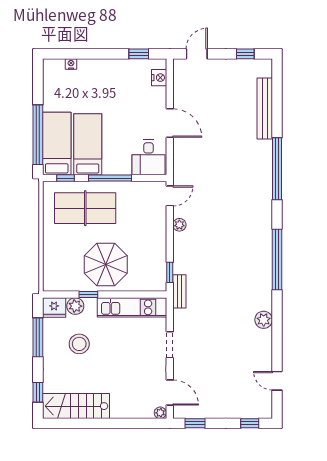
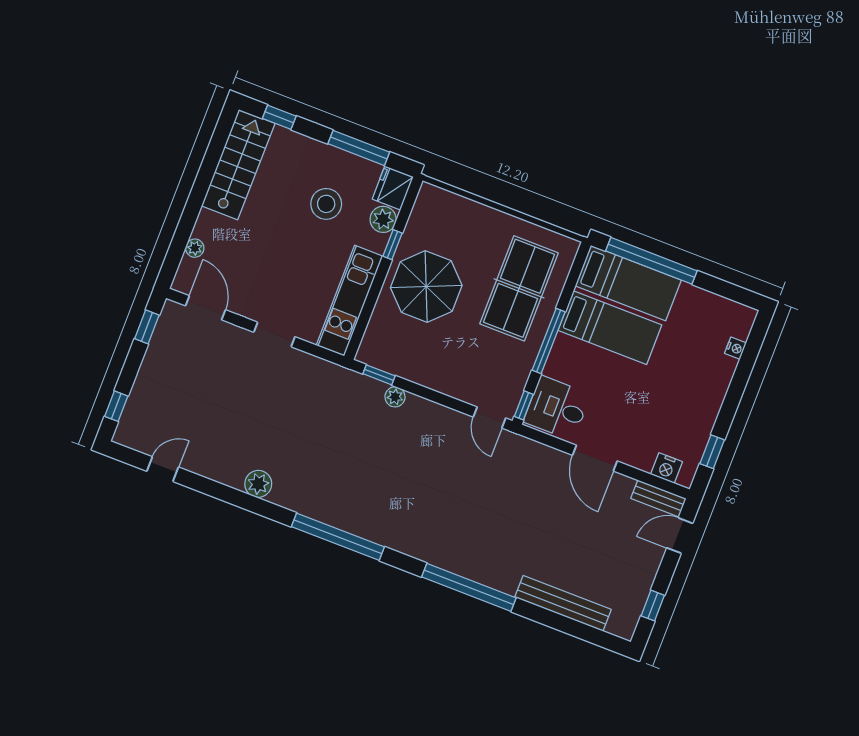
door: (197, 54) -> (680, 536), swing flipped
door: (170, 123) -> (595, 458), hinge flipped
window: (66, 178) -> (524, 405), moved
plant: (179, 225) -> (395, 397), moved
bench: (179, 291) -> (658, 498), moved
door: (170, 392) -> (205, 308), swing flipped
plant: (160, 413) -> (195, 248), moved

